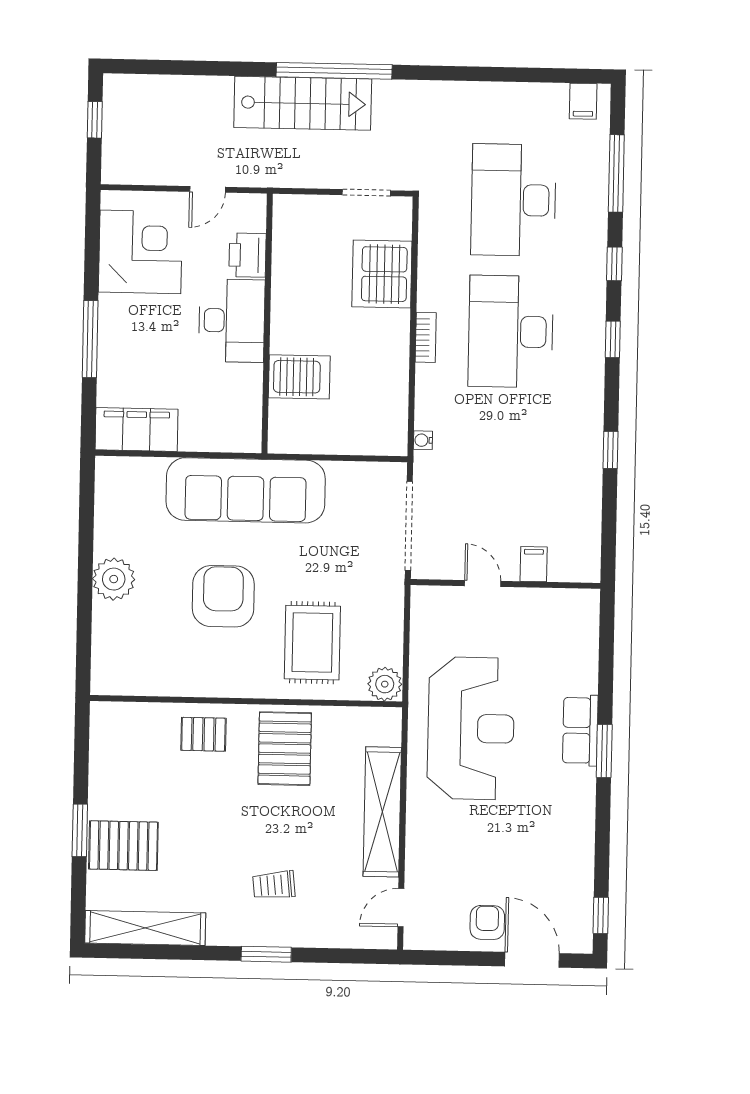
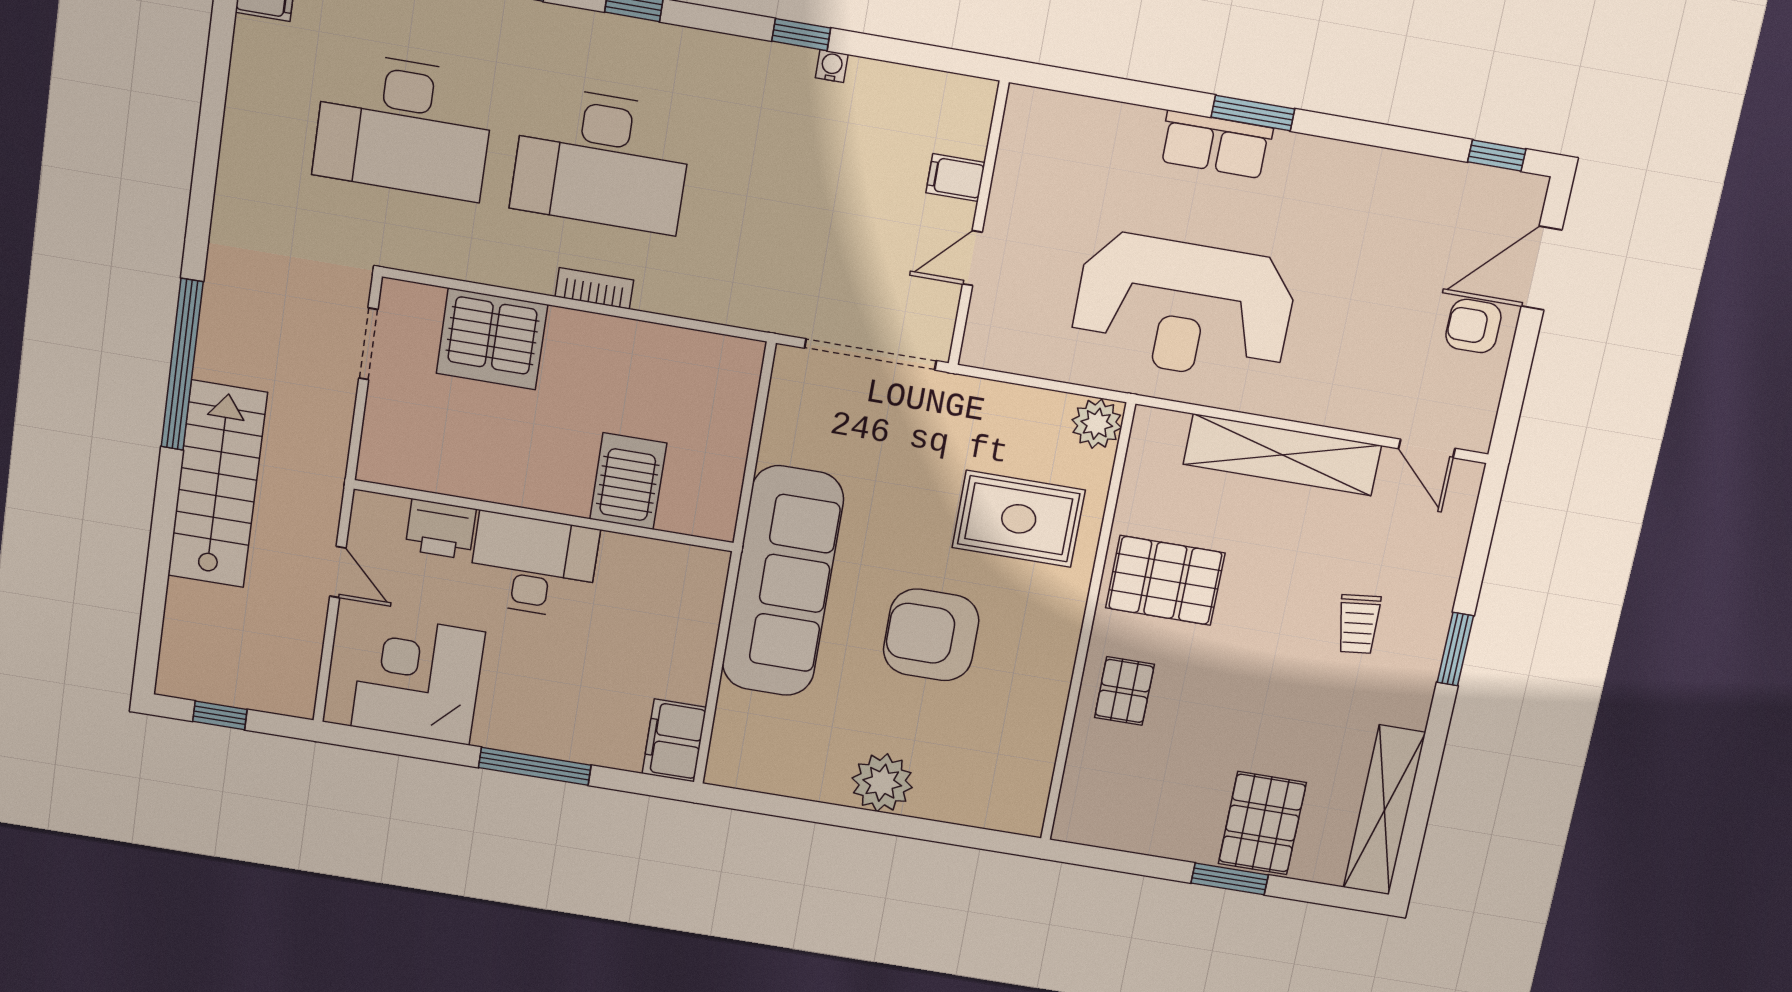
stairs: (303, 103) -> (217, 484), moved
filing cabinet: (137, 429) -> (674, 740), width x0.67, depth x0.86
water cooler: (423, 440) -> (832, 66), moved, turned 180
reception desk: (471, 728) -> (1184, 308), turned 180

